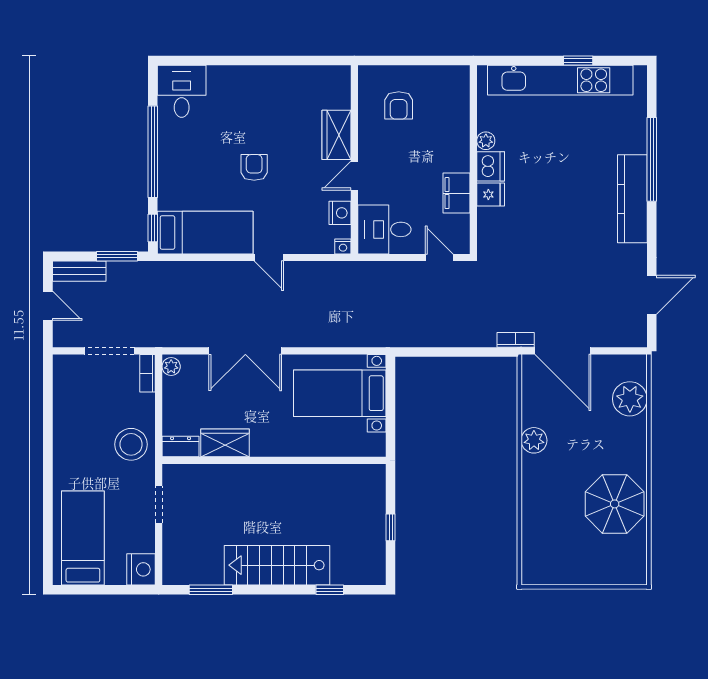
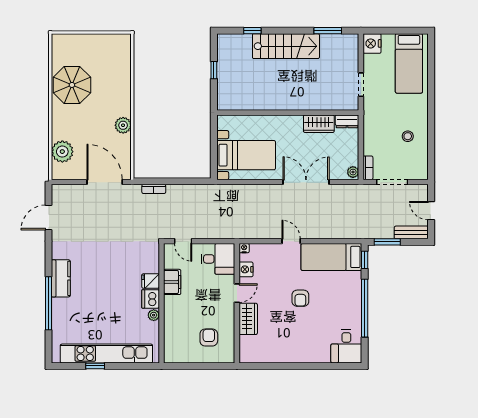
kitchen counter: (632, 199) -> (61, 278), width x0.67
bookcase: (516, 340) -> (154, 189), moved
stool: (131, 444) -> (408, 136), moved, width x0.53, depth x0.53

